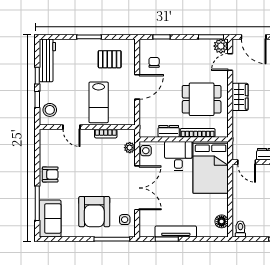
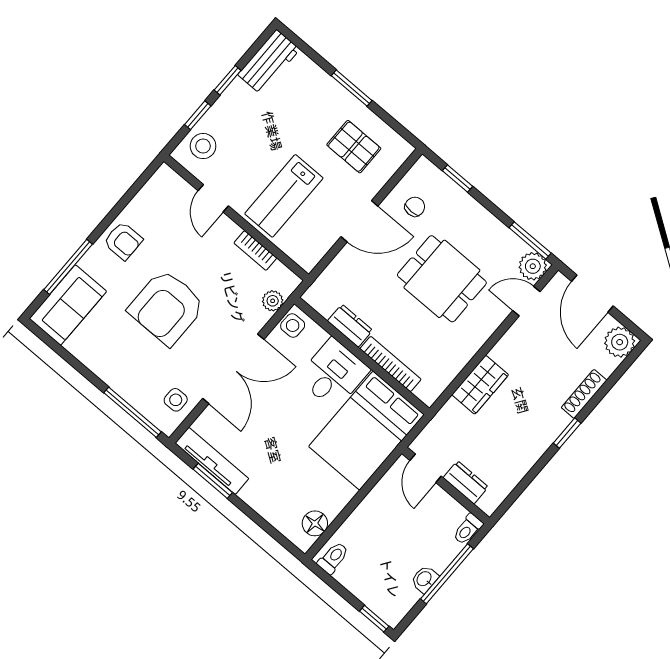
workbench: (47, 60) -> (269, 62), width x0.73
wardrobe: (240, 97) -> (480, 385), moved
dining table: (202, 99) -> (442, 279), moved
armchair: (94, 212) -> (167, 307), moved
tv unit: (176, 231) -> (212, 461), moved

